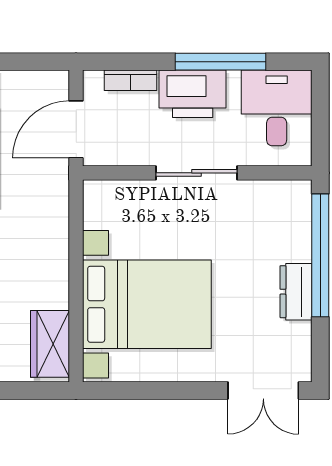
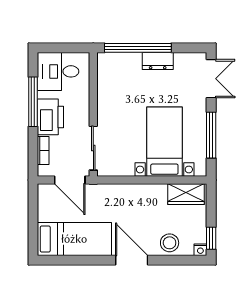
sliding door: (196, 173) -> (93, 148), moved
bed with nightstands: (147, 304) -> (164, 142), width x0.73
window: (159, 390) -> (211, 135), added

